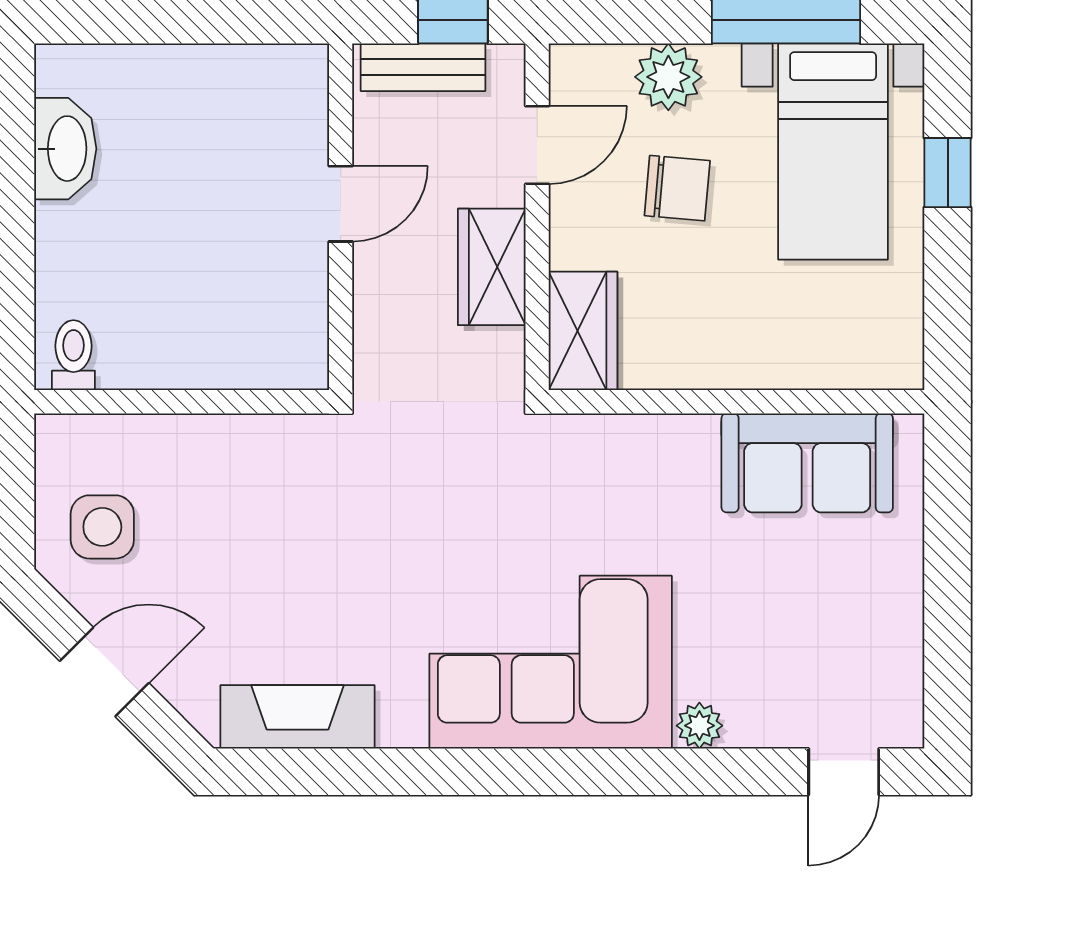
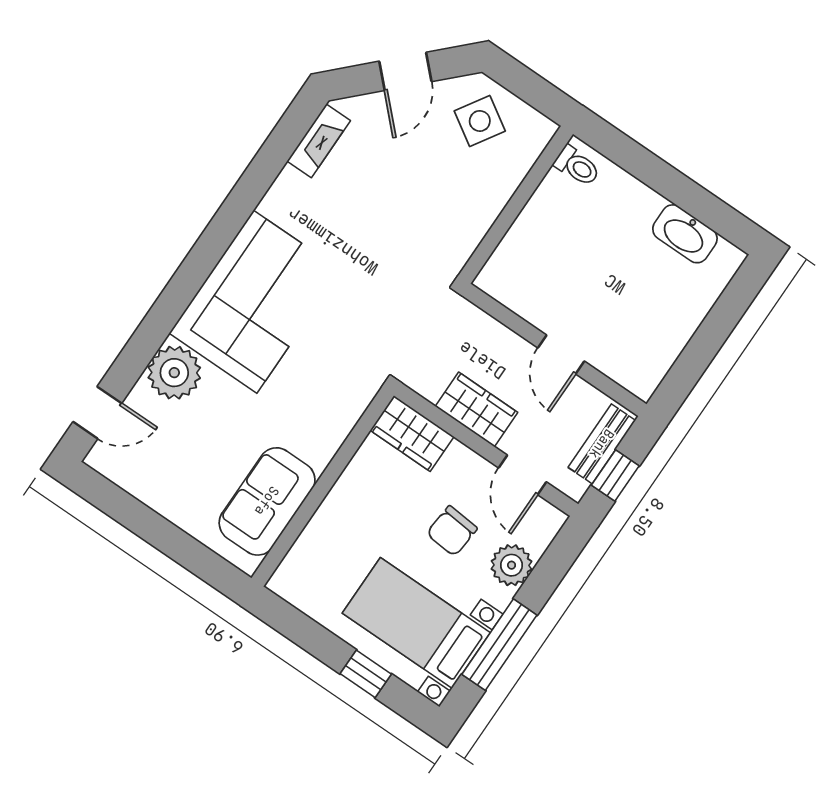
side table: (102, 527) -> (480, 121), turned 32
fireplace: (298, 717) -> (319, 141), width x0.73, depth x0.76
plant: (699, 726) -> (174, 373), width x1.87, depth x1.87
door: (844, 772) -> (97, 413), swing flipped

